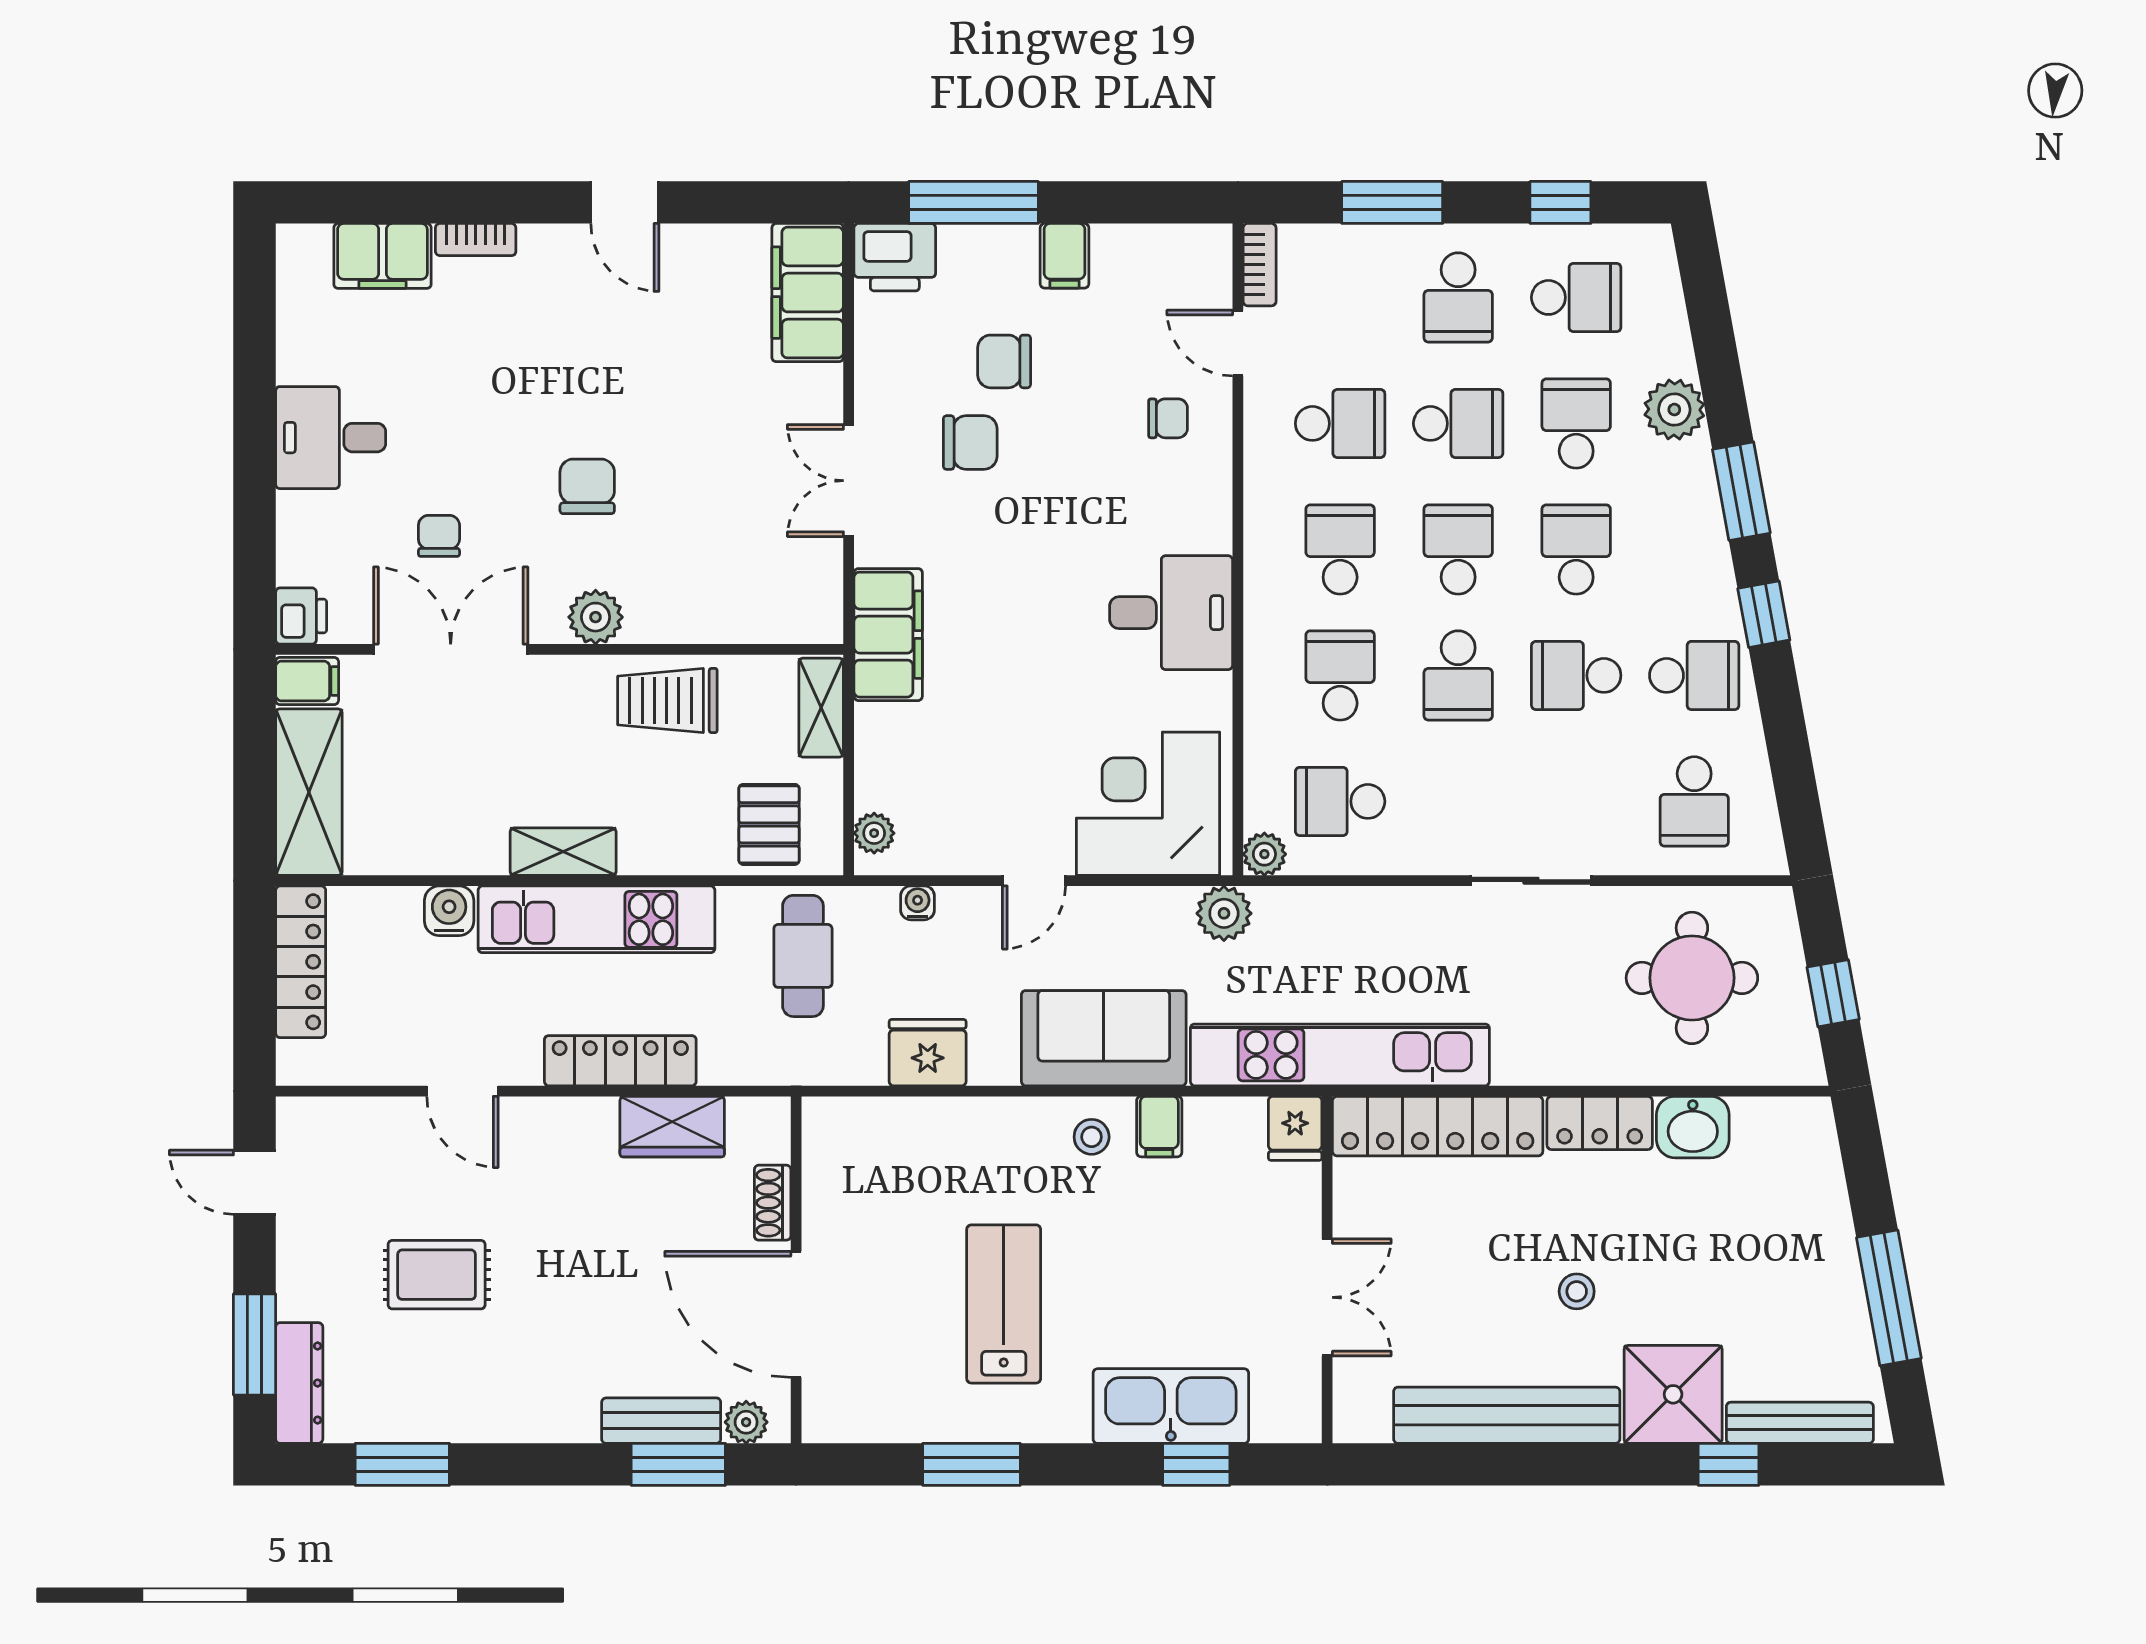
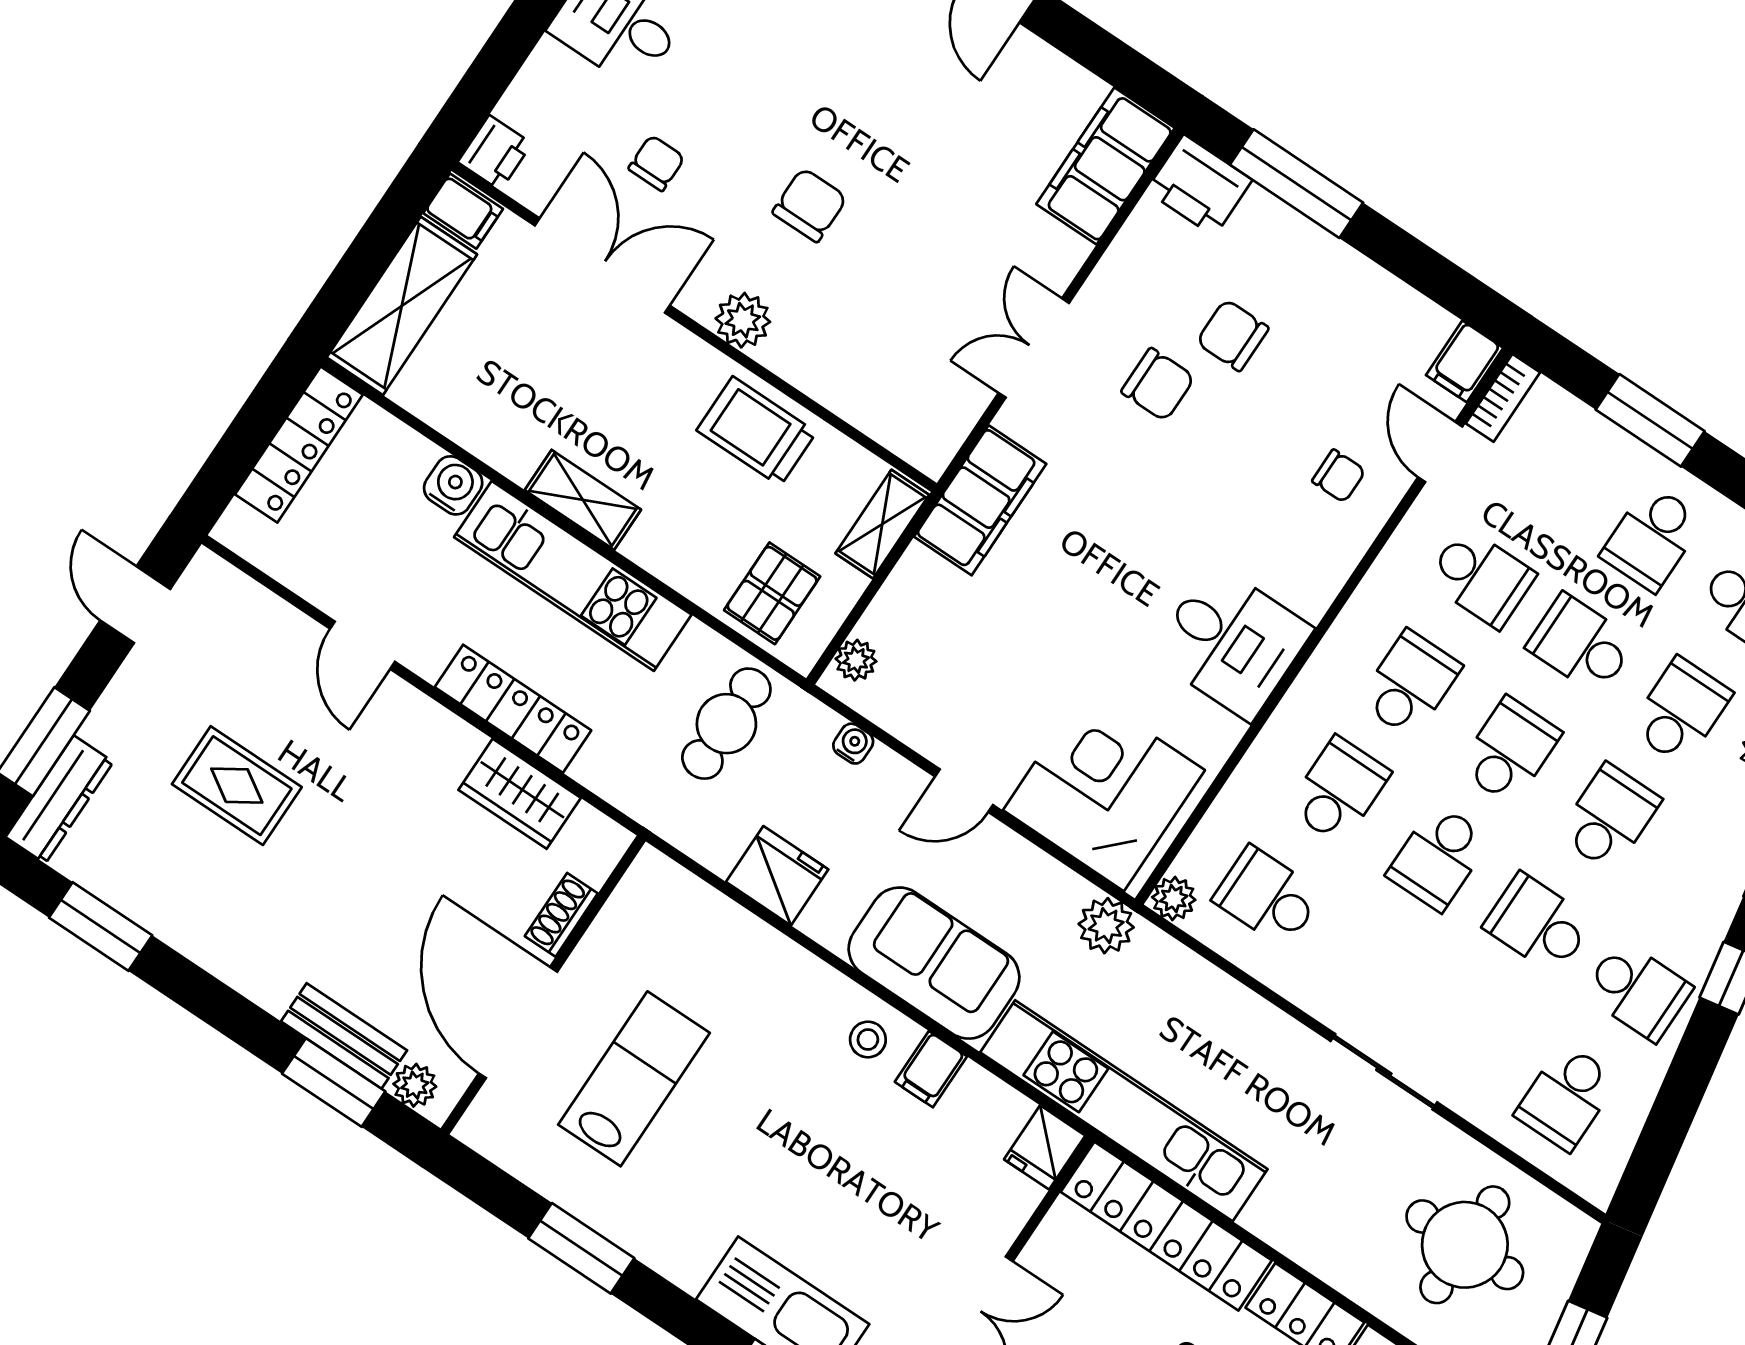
filing cabinet: (1064, 256) -> (1465, 361), moved
school desk: (1458, 423) -> (1581, 644), turned 180
lab bench: (1004, 1304) -> (634, 1079), moved

